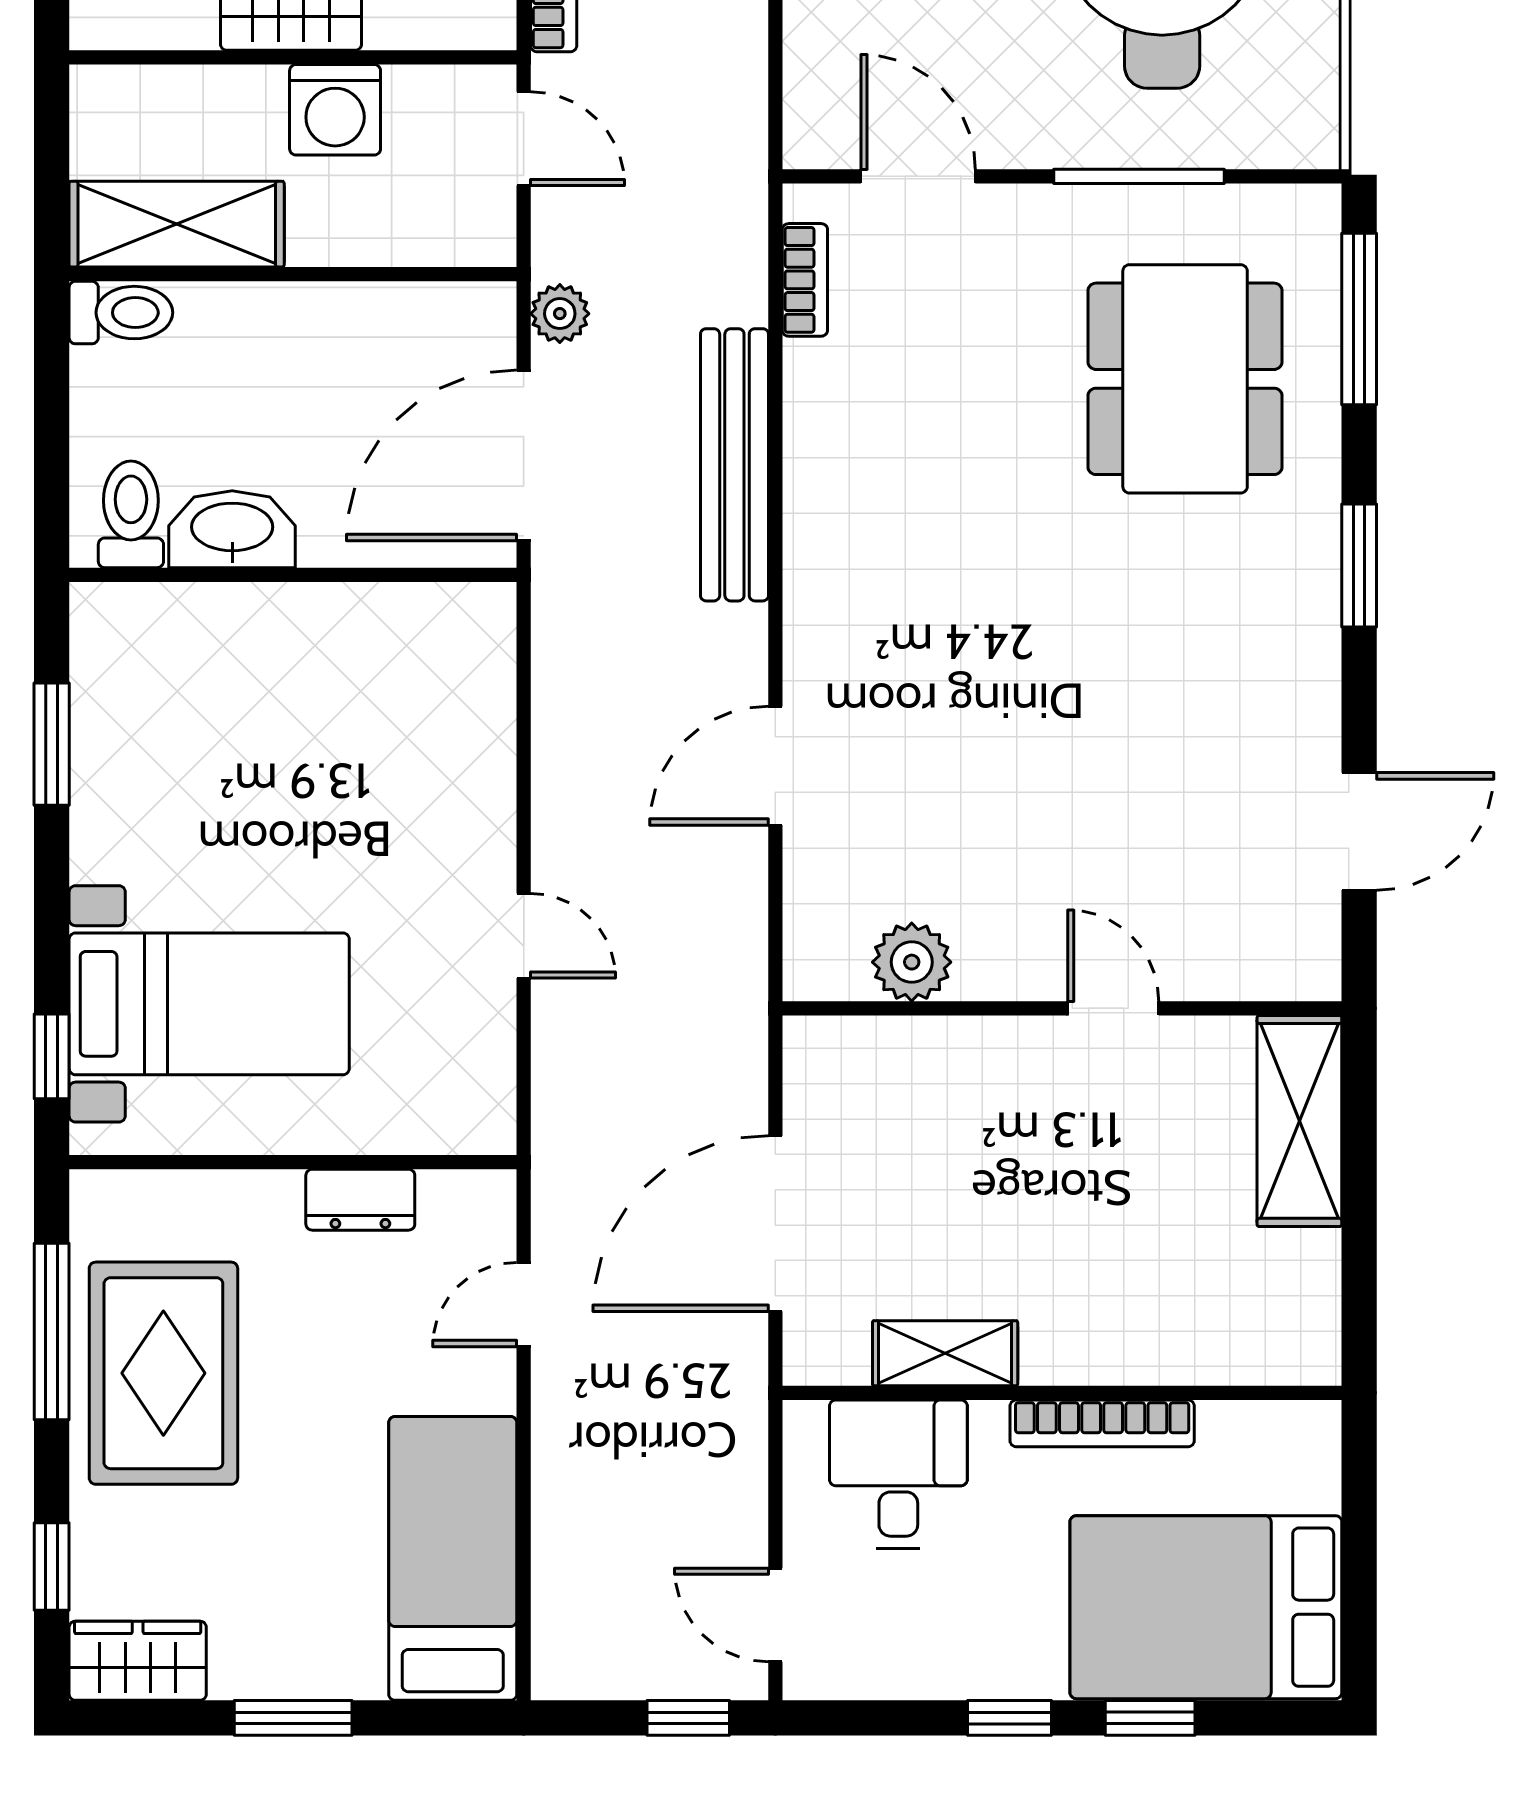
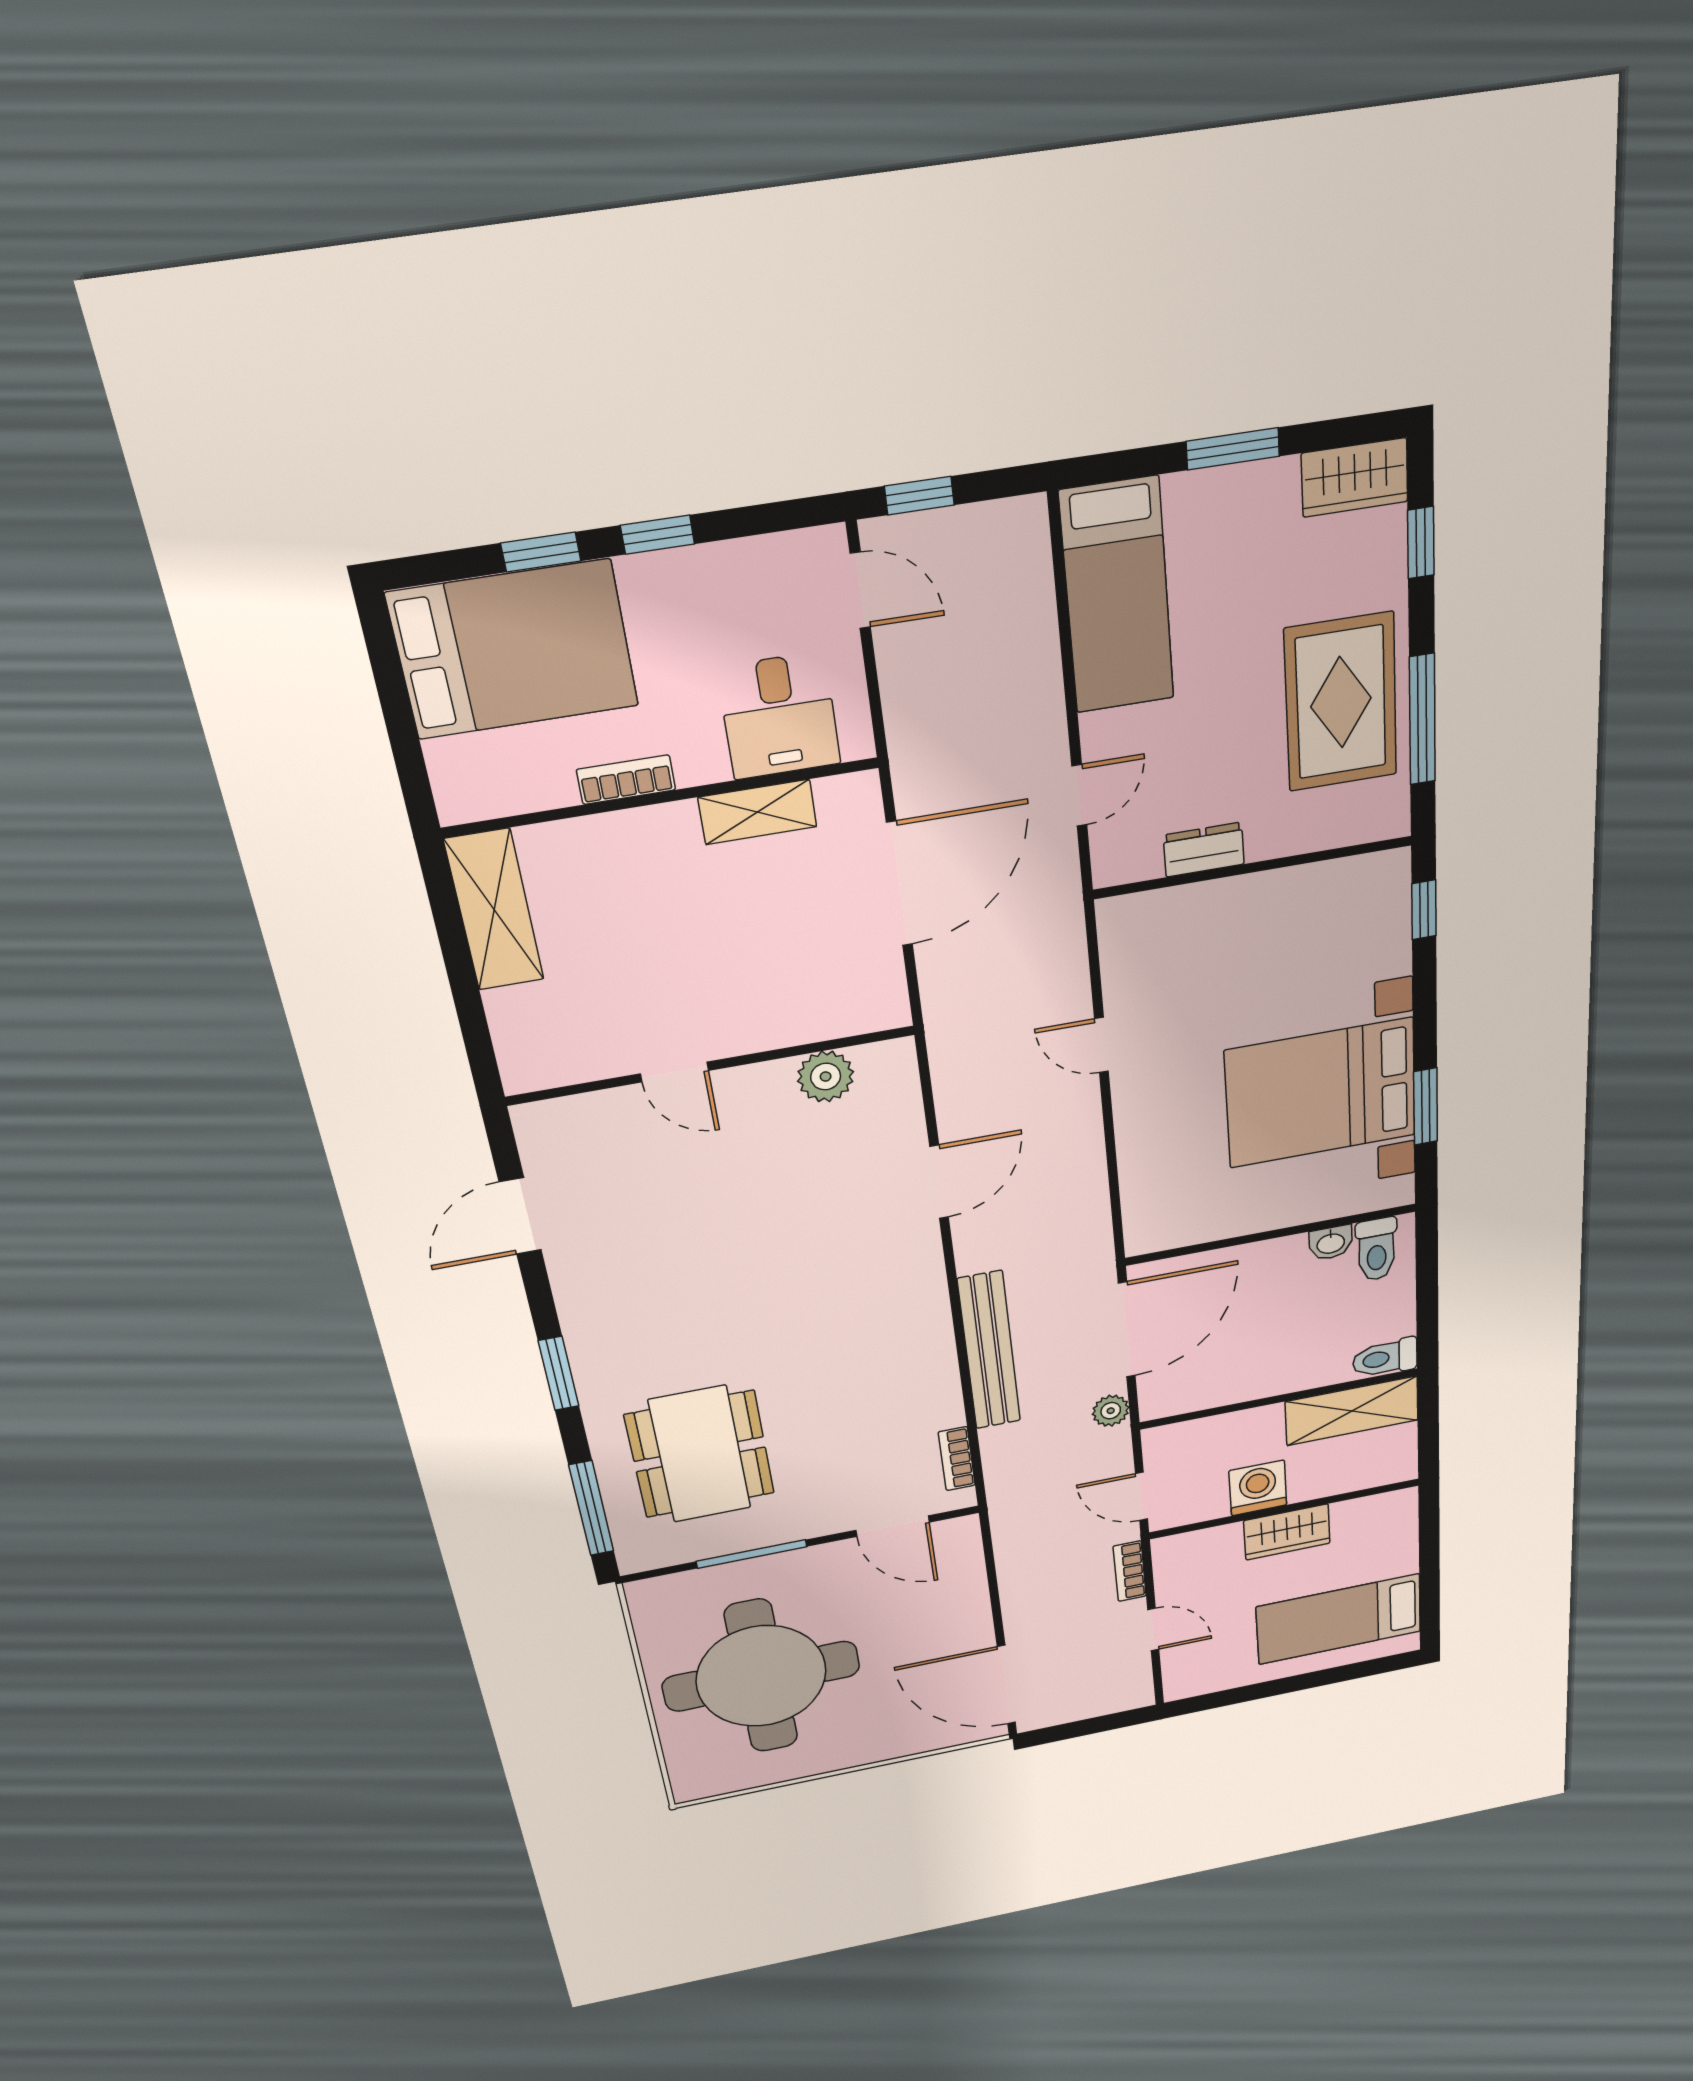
washbasin: (232, 529) -> (1331, 1243), width x0.52, depth x0.69
bed with nightstands: (209, 1004) -> (1321, 1093), moved, width x1.36
shelving: (1299, 1121) -> (494, 910), moved
bookcase: (1102, 1423) -> (626, 780), width x0.64

